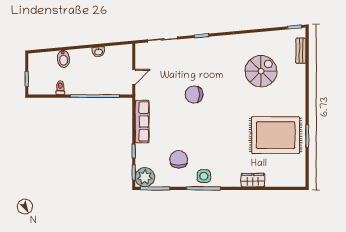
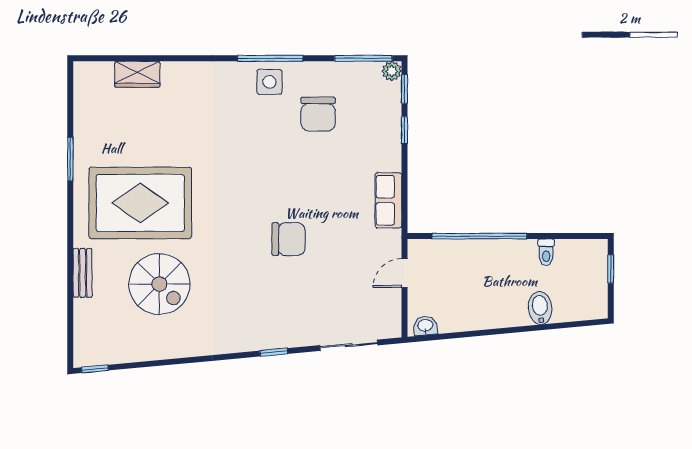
bench: (301, 51) -> (83, 273), moved
washbasin: (99, 52) -> (425, 326), moved
spiral stairs: (261, 71) -> (159, 284), turned -90
row of seats: (142, 122) -> (388, 200), width x0.68
rug: (276, 135) -> (140, 203), moved
plant: (145, 177) -> (392, 71), width x0.53, depth x0.53
wardrobe: (253, 180) -> (137, 74), moved

